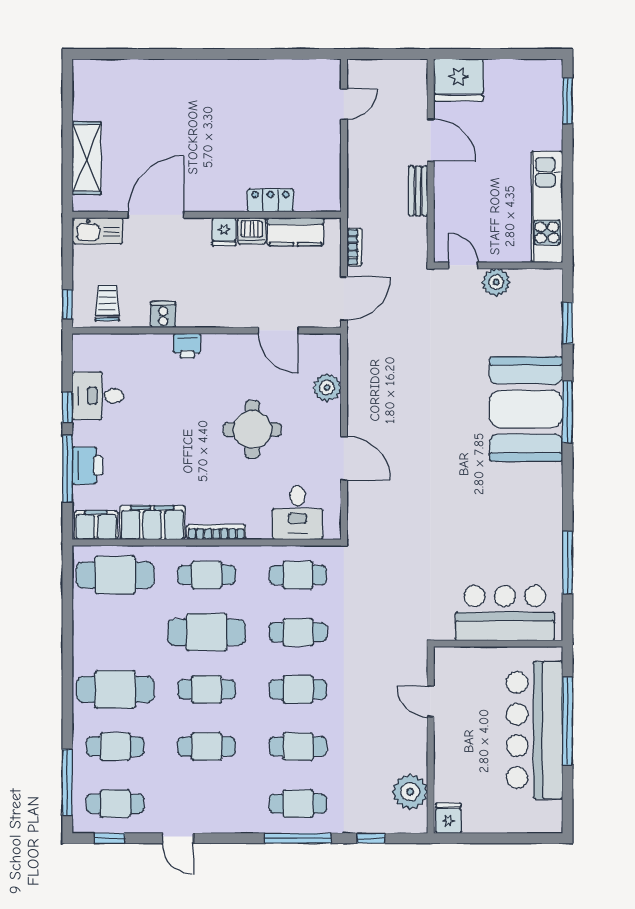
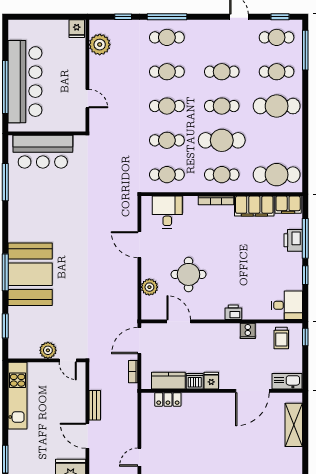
locker: (270, 200) -> (168, 399), moved
desk: (98, 396) -> (287, 305), moved
round table: (252, 430) -> (188, 274), moved

